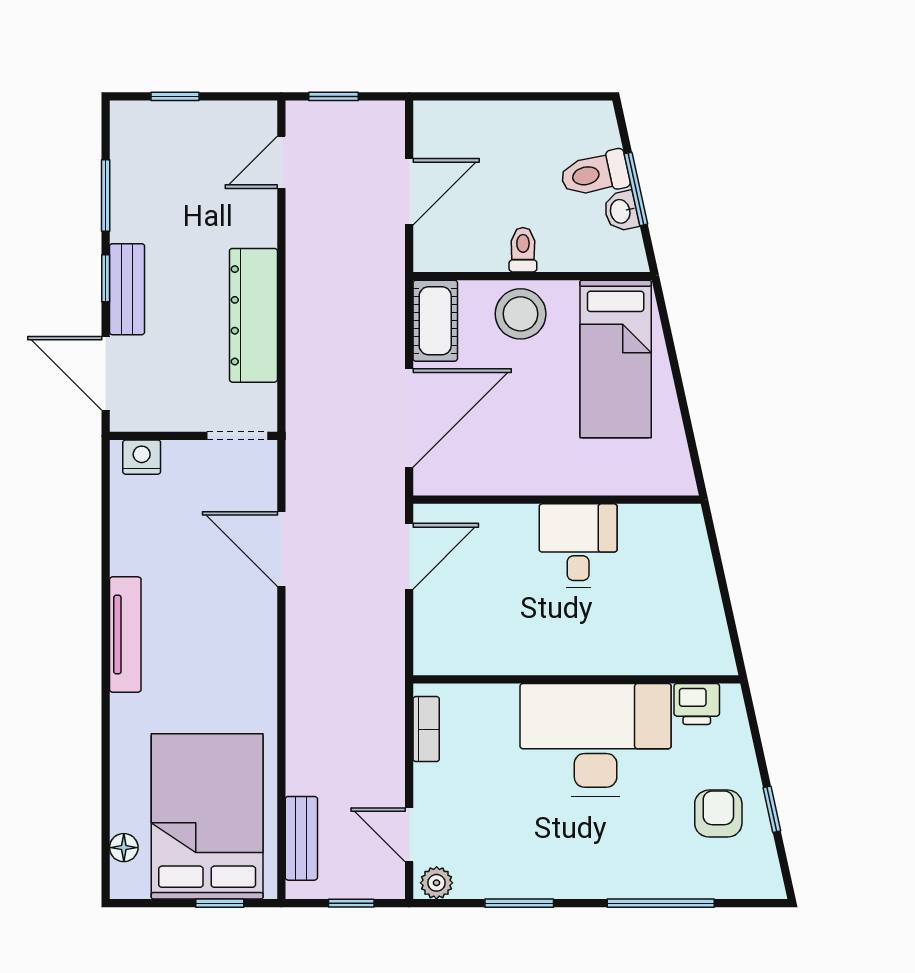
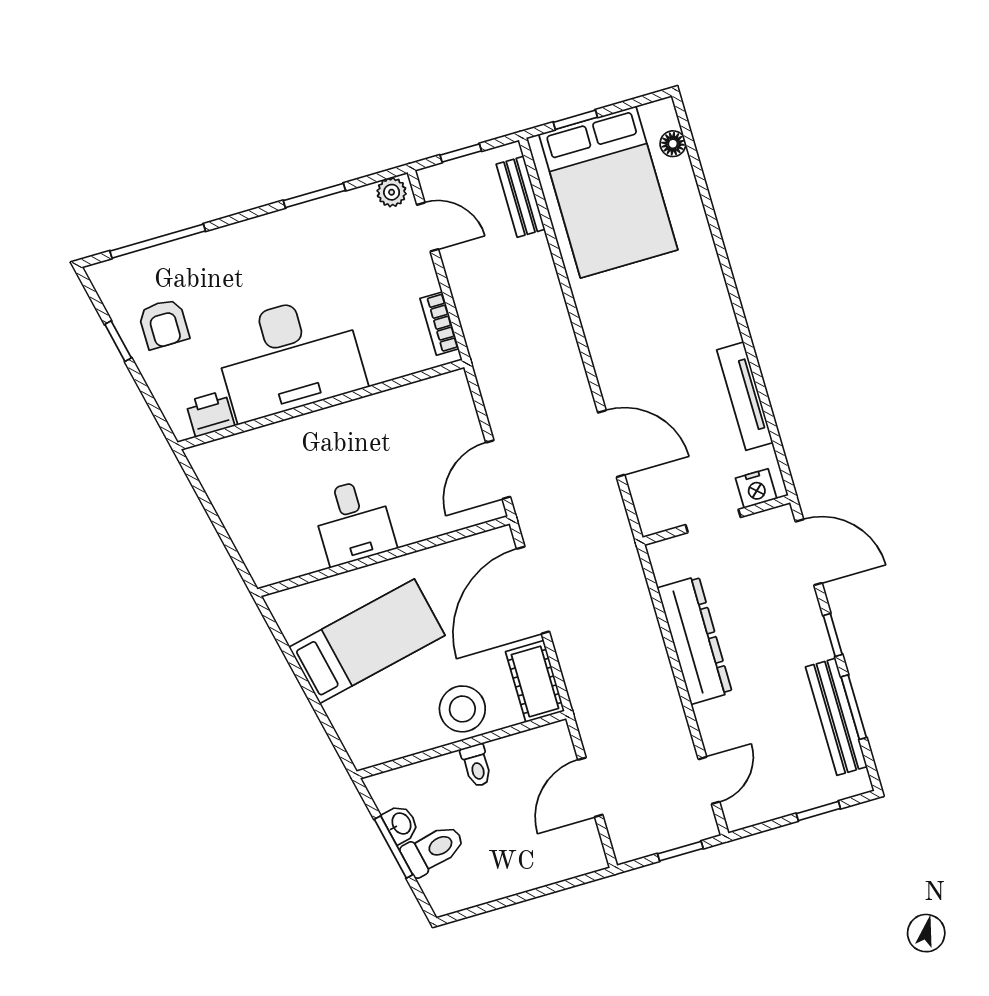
bench: (127, 289) -> (836, 717), moved, width x1.36
bed: (616, 359) -> (367, 641), moved, turned 78
doorway: (238, 436) -> (713, 521), moved
tv unit: (125, 635) -> (745, 396), moved
window: (661, 903) -> (158, 241), moved

